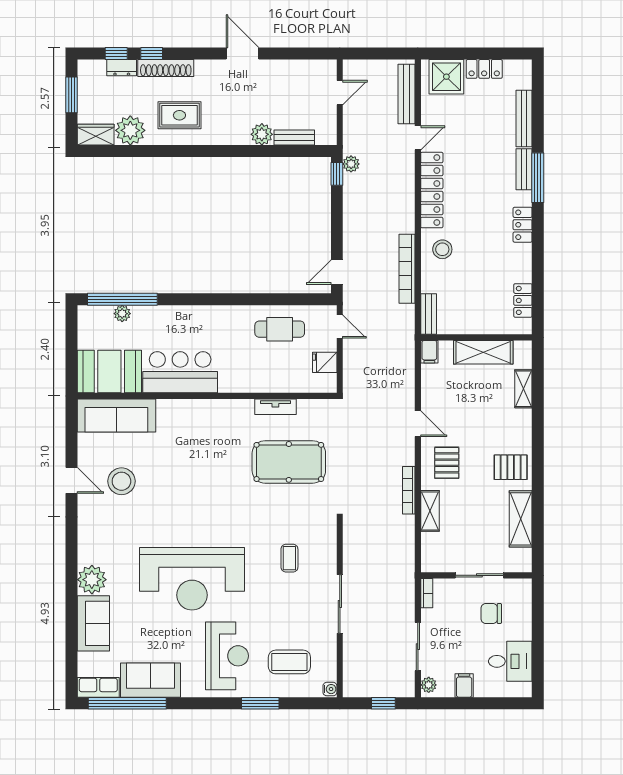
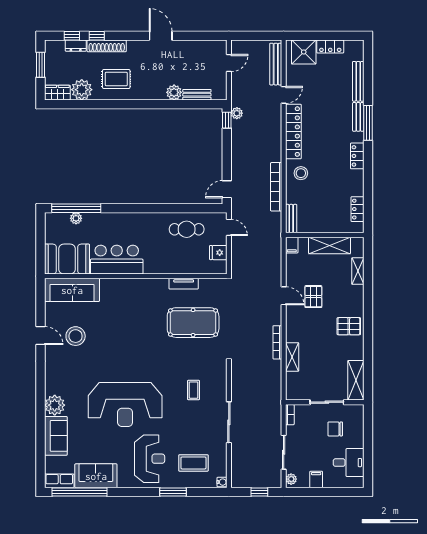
pallet: (447, 463) -> (313, 297), moved
shelving: (521, 519) -> (356, 380), moved

